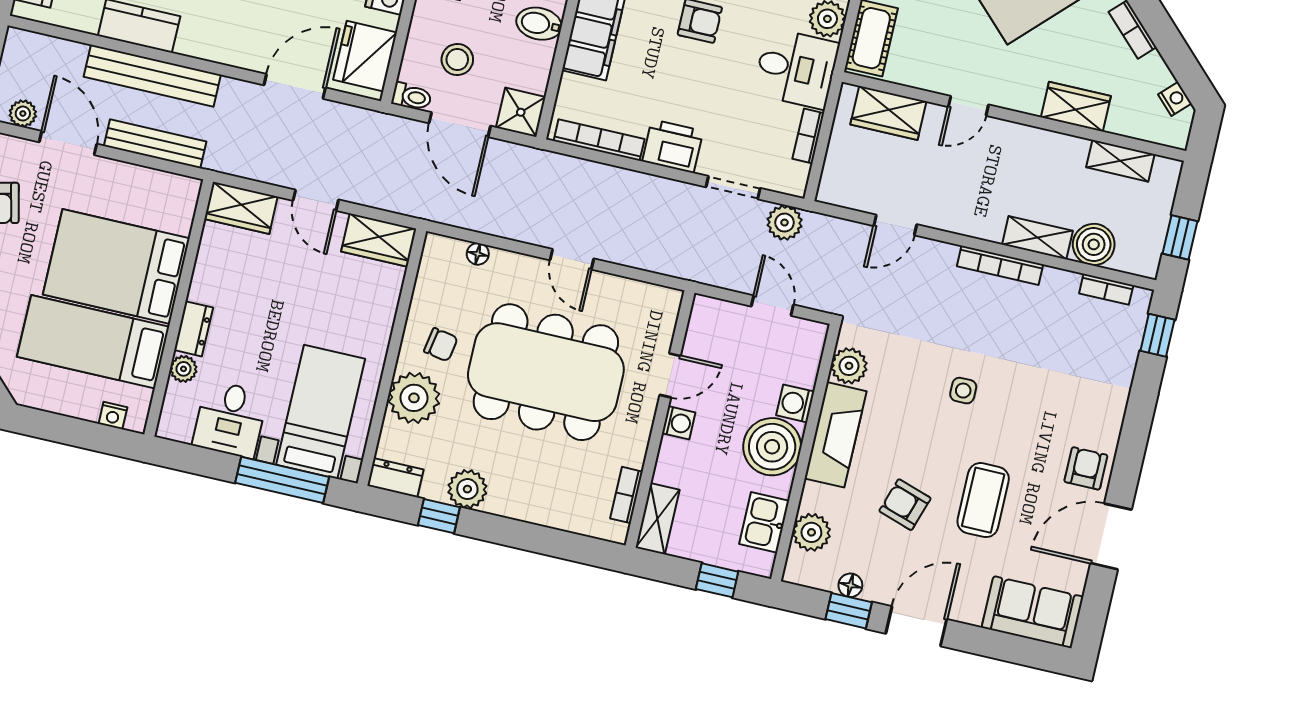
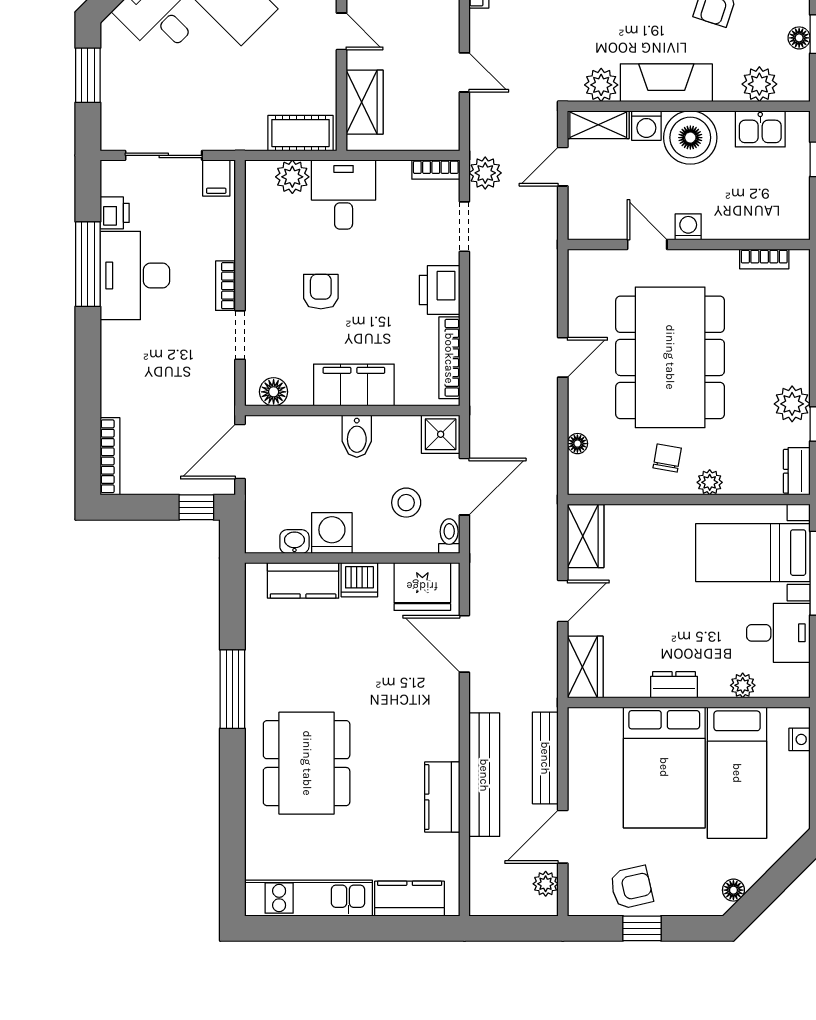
bookcase: (808, 136) -> (436, 170), moved
dresser: (194, 329) -> (674, 685), moved
plant: (414, 398) -> (710, 482), width x0.53, depth x0.53
shelving: (657, 519) -> (598, 125), moved

